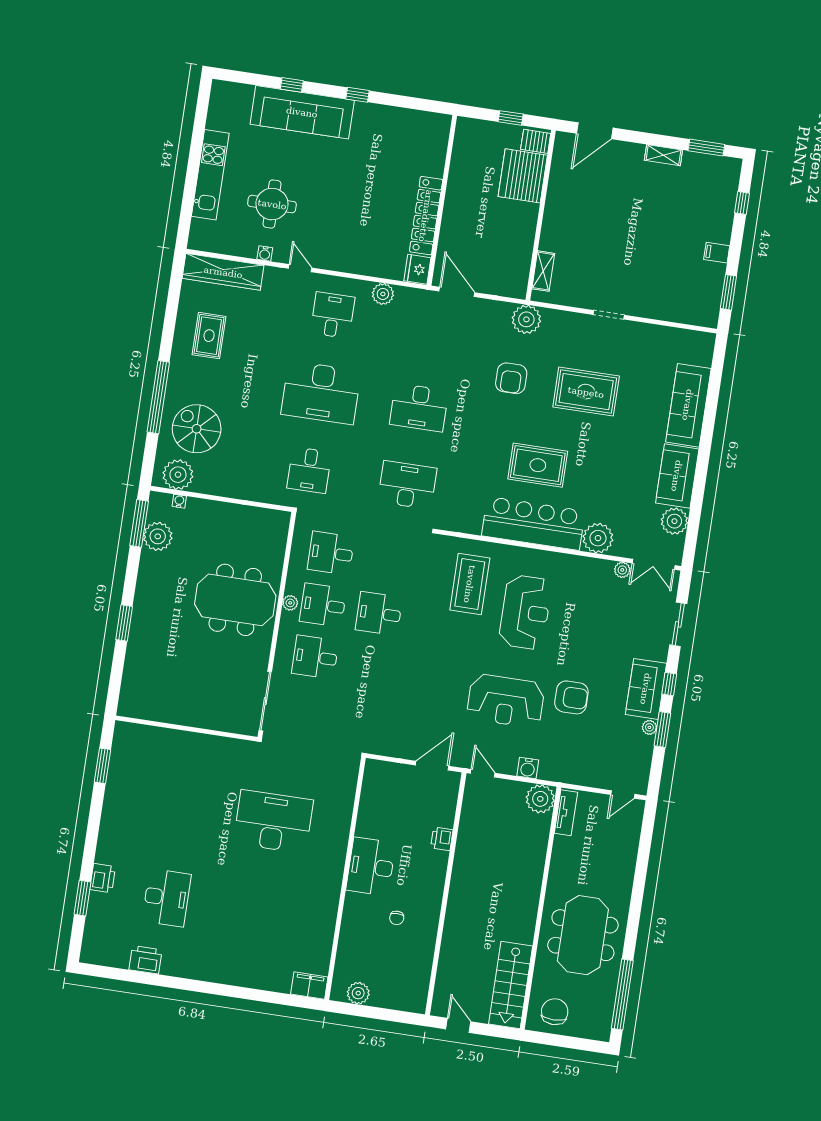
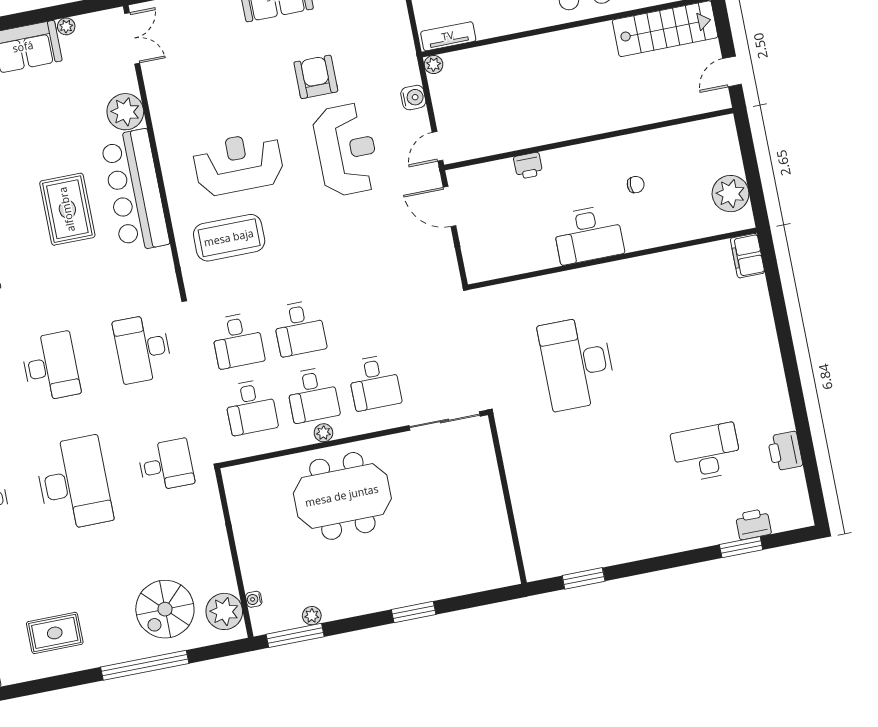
plant: (674, 521) -> (66, 26), width x0.53, depth x0.53
plant: (158, 536) -> (312, 616), width x0.53, depth x0.53
desk: (387, 562) -> (238, 341), added
plant: (622, 570) -> (151, 71), removed
meeting table: (235, 600) -> (342, 496), turned 90
plant: (540, 799) -> (434, 65), width x0.53, depth x0.53
printer: (103, 878) -> (753, 524), moved
plant: (358, 993) -> (730, 194), width x1.36, depth x1.36

